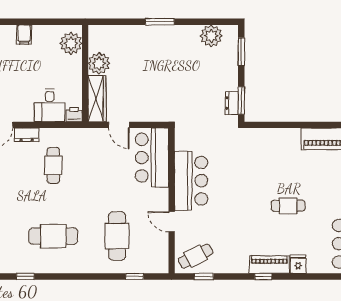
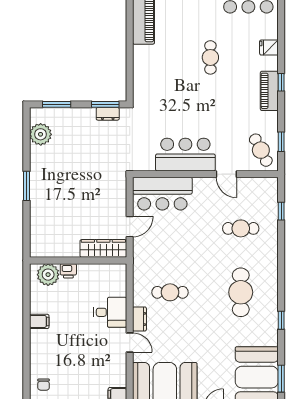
plant: (99, 63) -> (68, 247), removed
desk: (50, 105) -> (110, 312), moved
printer: (74, 115) -> (68, 271), moved, turned -90
door: (172, 222) -> (226, 174), hinge flipped
cafe table: (117, 236) -> (241, 228), width x0.73, depth x0.74
piano: (269, 265) -> (269, 91), moved

